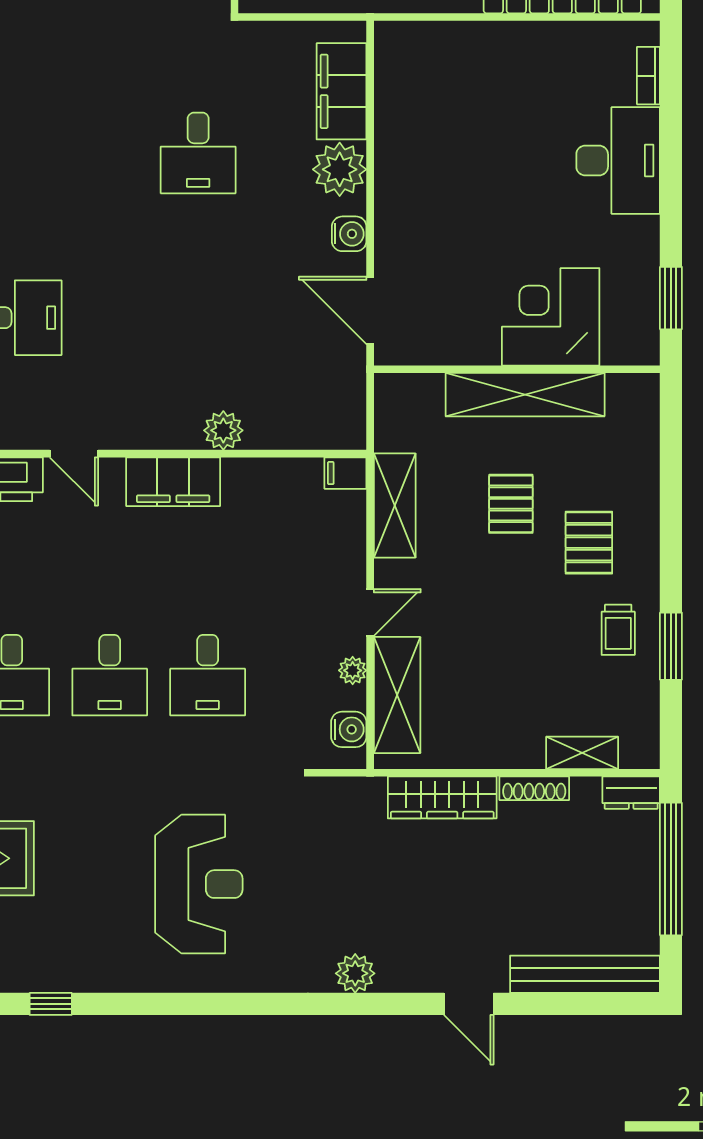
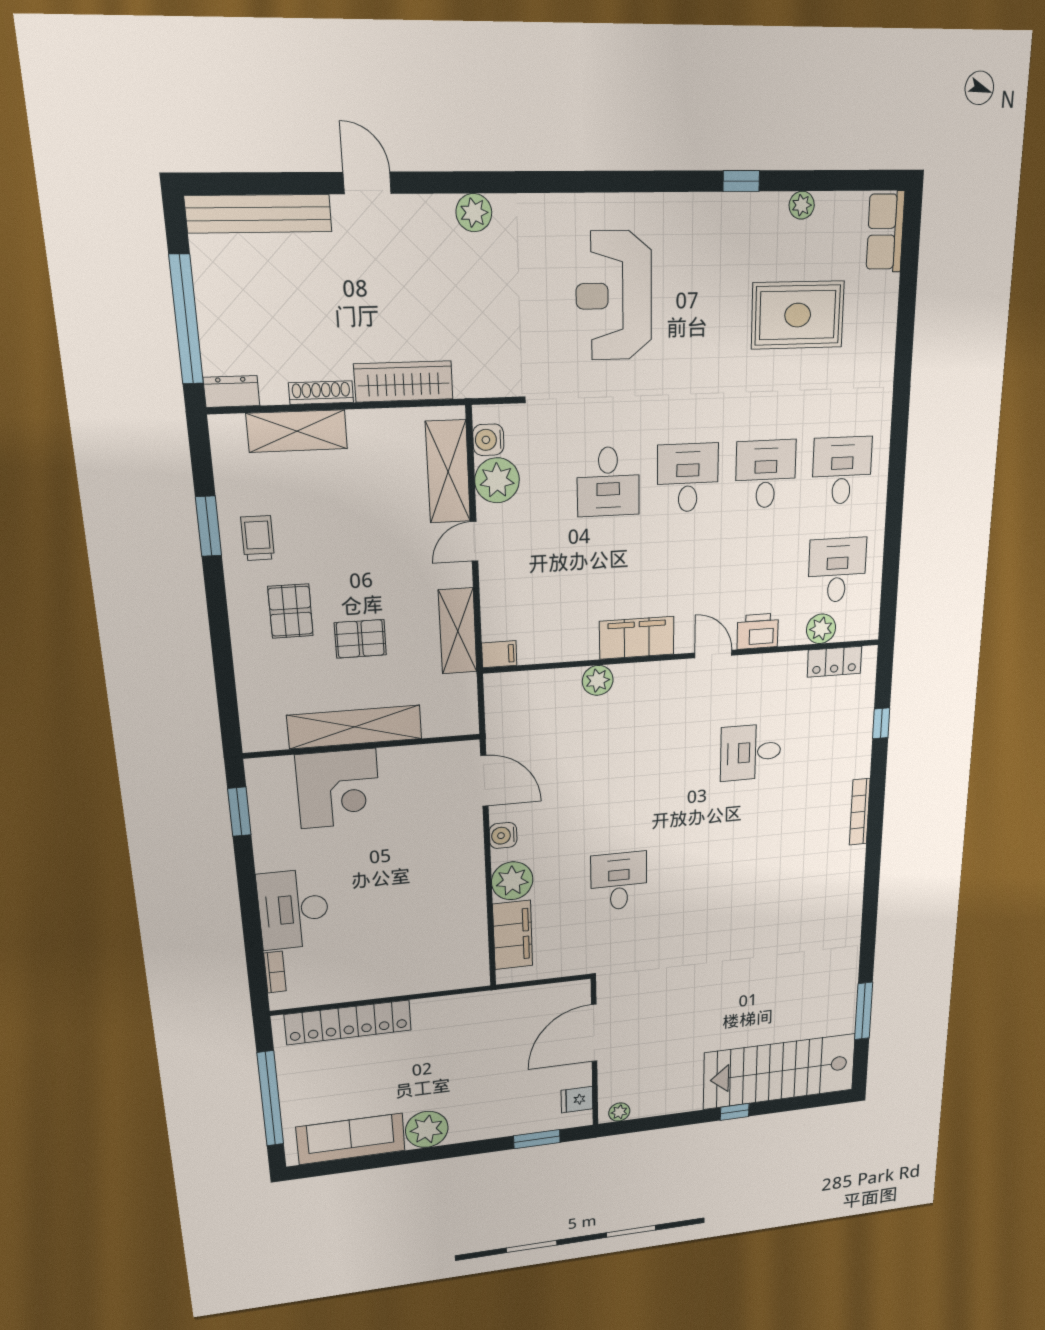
pallet: (511, 504) -> (360, 639), turned 90
plant: (353, 670) -> (497, 480), width x1.88, depth x1.88
desk: (208, 675) -> (608, 482), turned 180
shelving: (582, 753) -> (297, 431), width x1.50, depth x1.33

